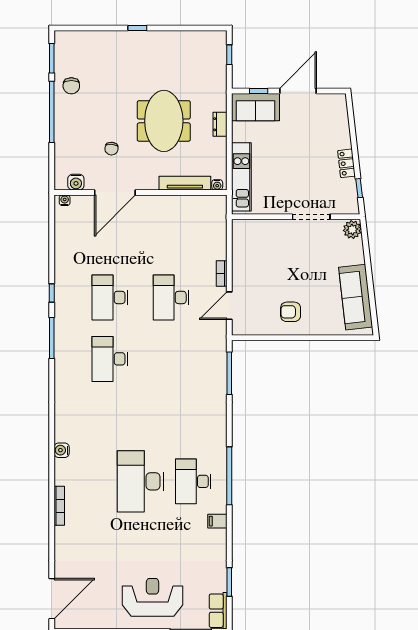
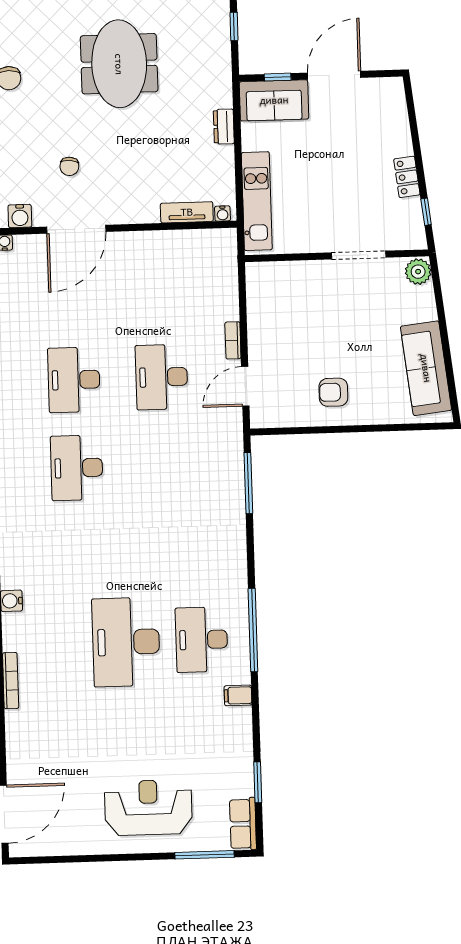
meeting table: (164, 121) -> (119, 64), moved
tv unit: (185, 183) -> (187, 212), width x0.71

